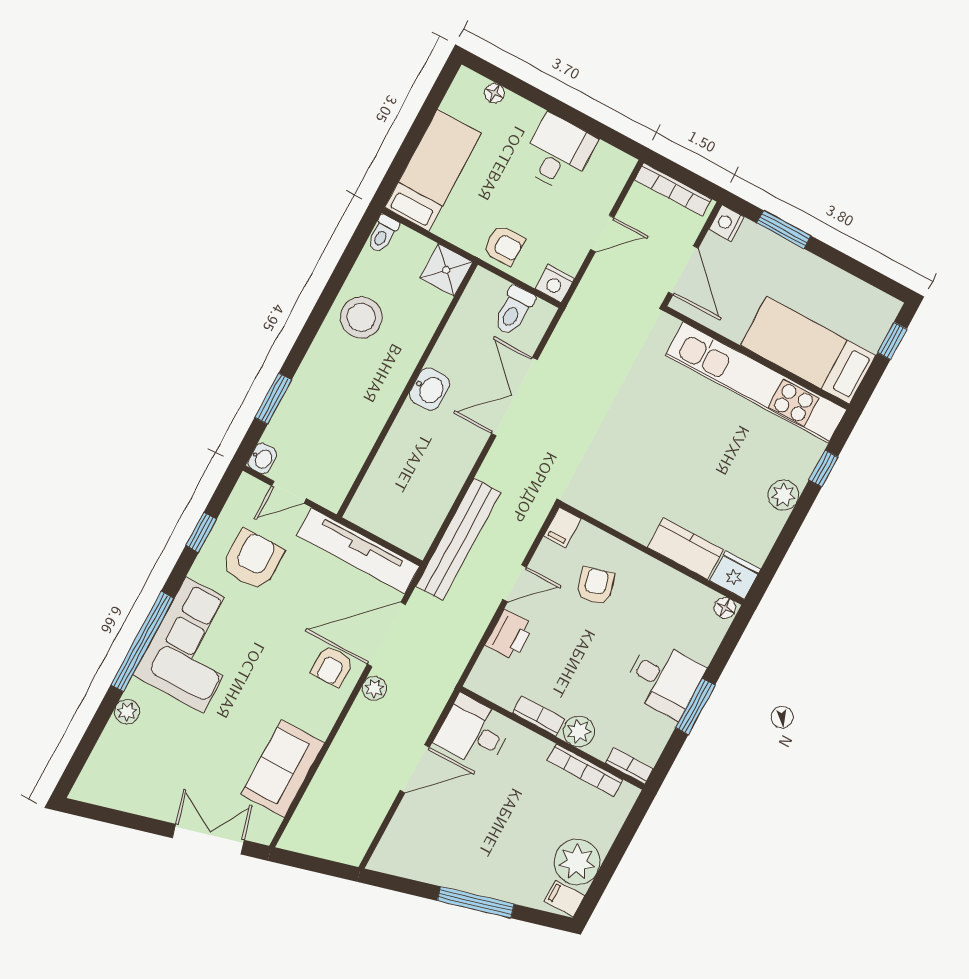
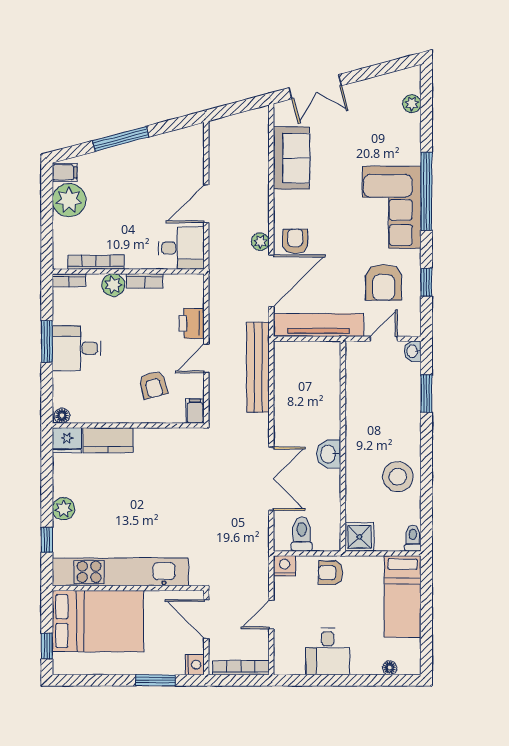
bed: (808, 350) -> (98, 621), width x1.50
plant: (127, 712) -> (412, 104), moved

